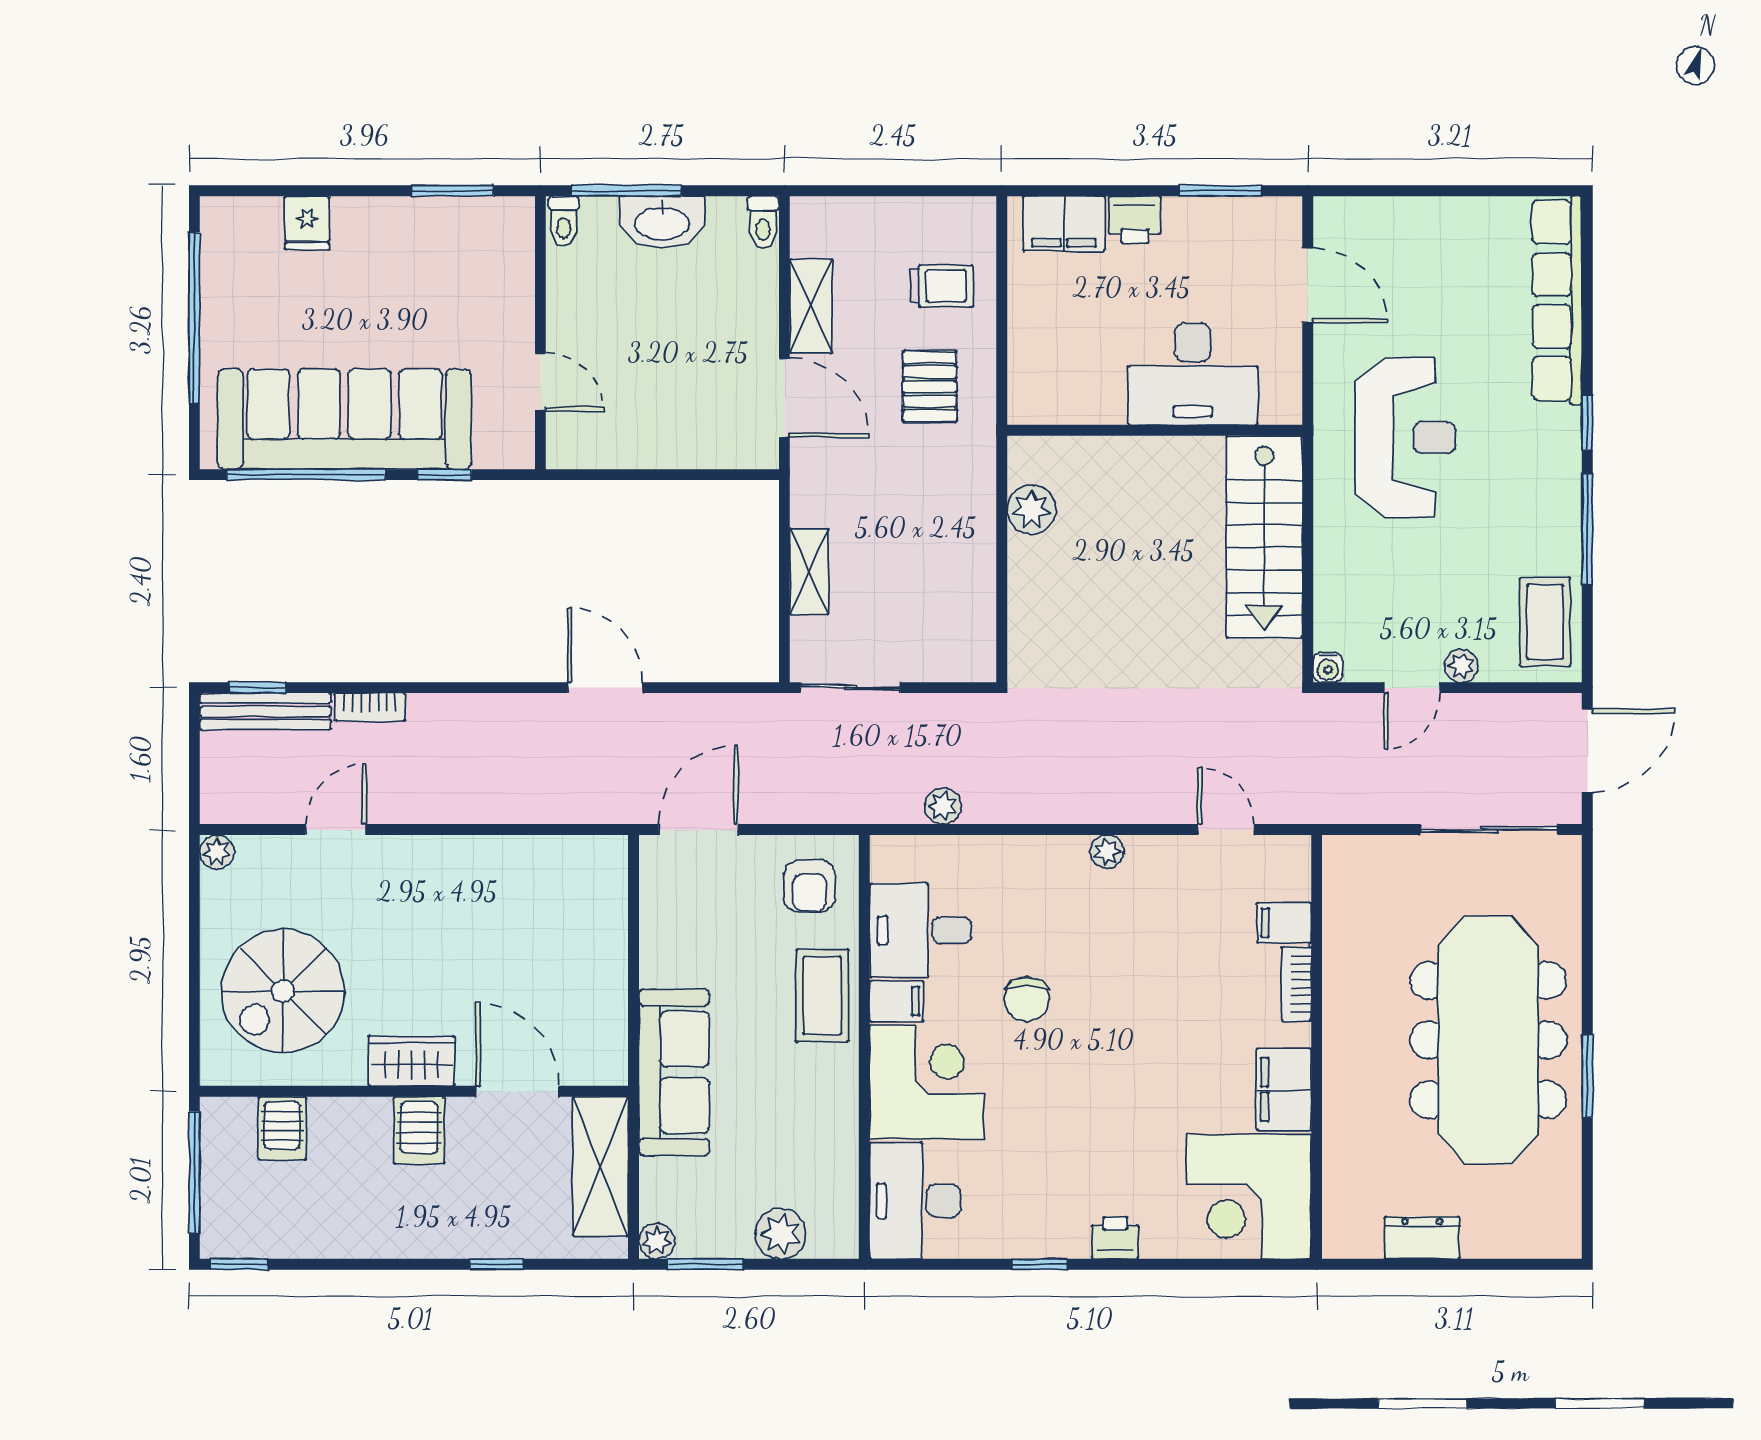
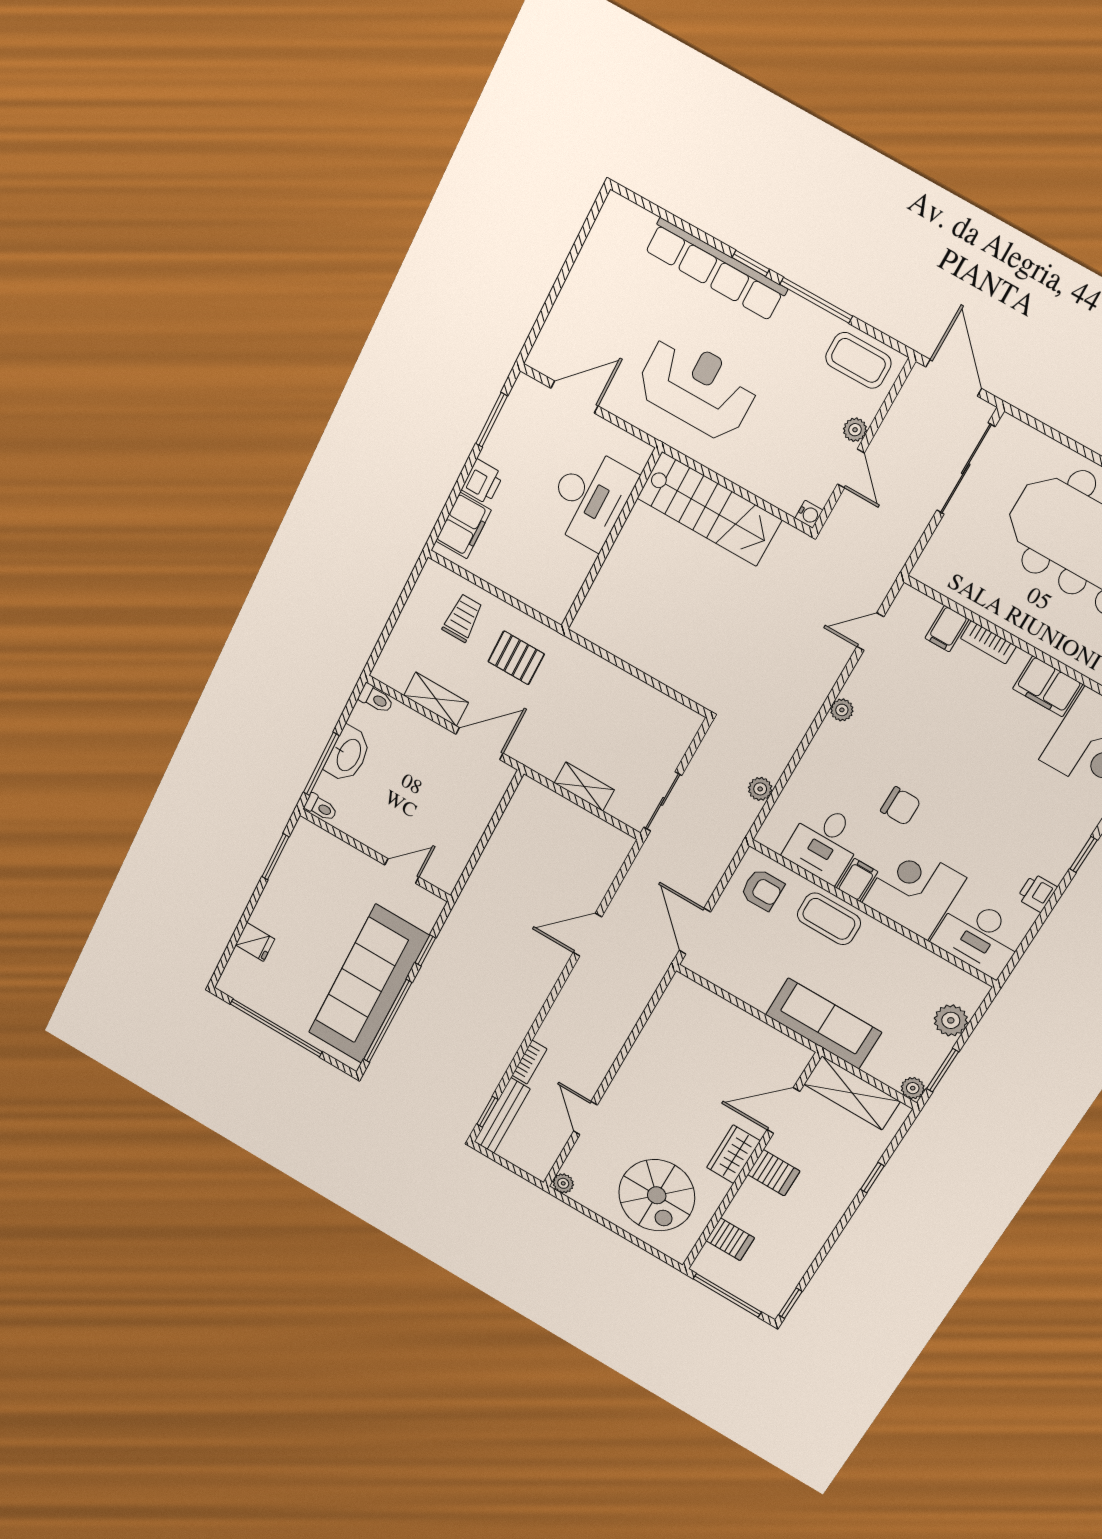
row of seats: (1557, 300) -> (716, 269), moved
plant: (1031, 509) -> (618, 639), removed
printer: (1115, 1238) -> (1037, 893), moved
window: (1040, 1264) -> (1084, 854), moved

